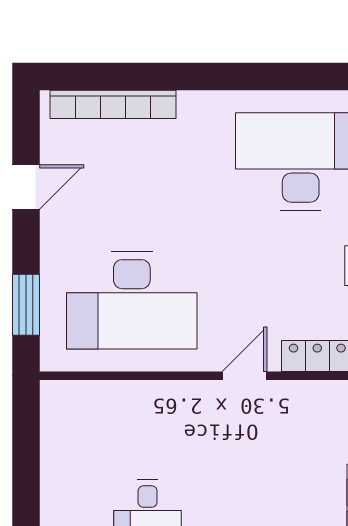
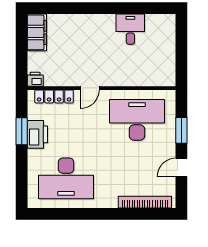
window: (26, 305) -> (181, 130), moved

